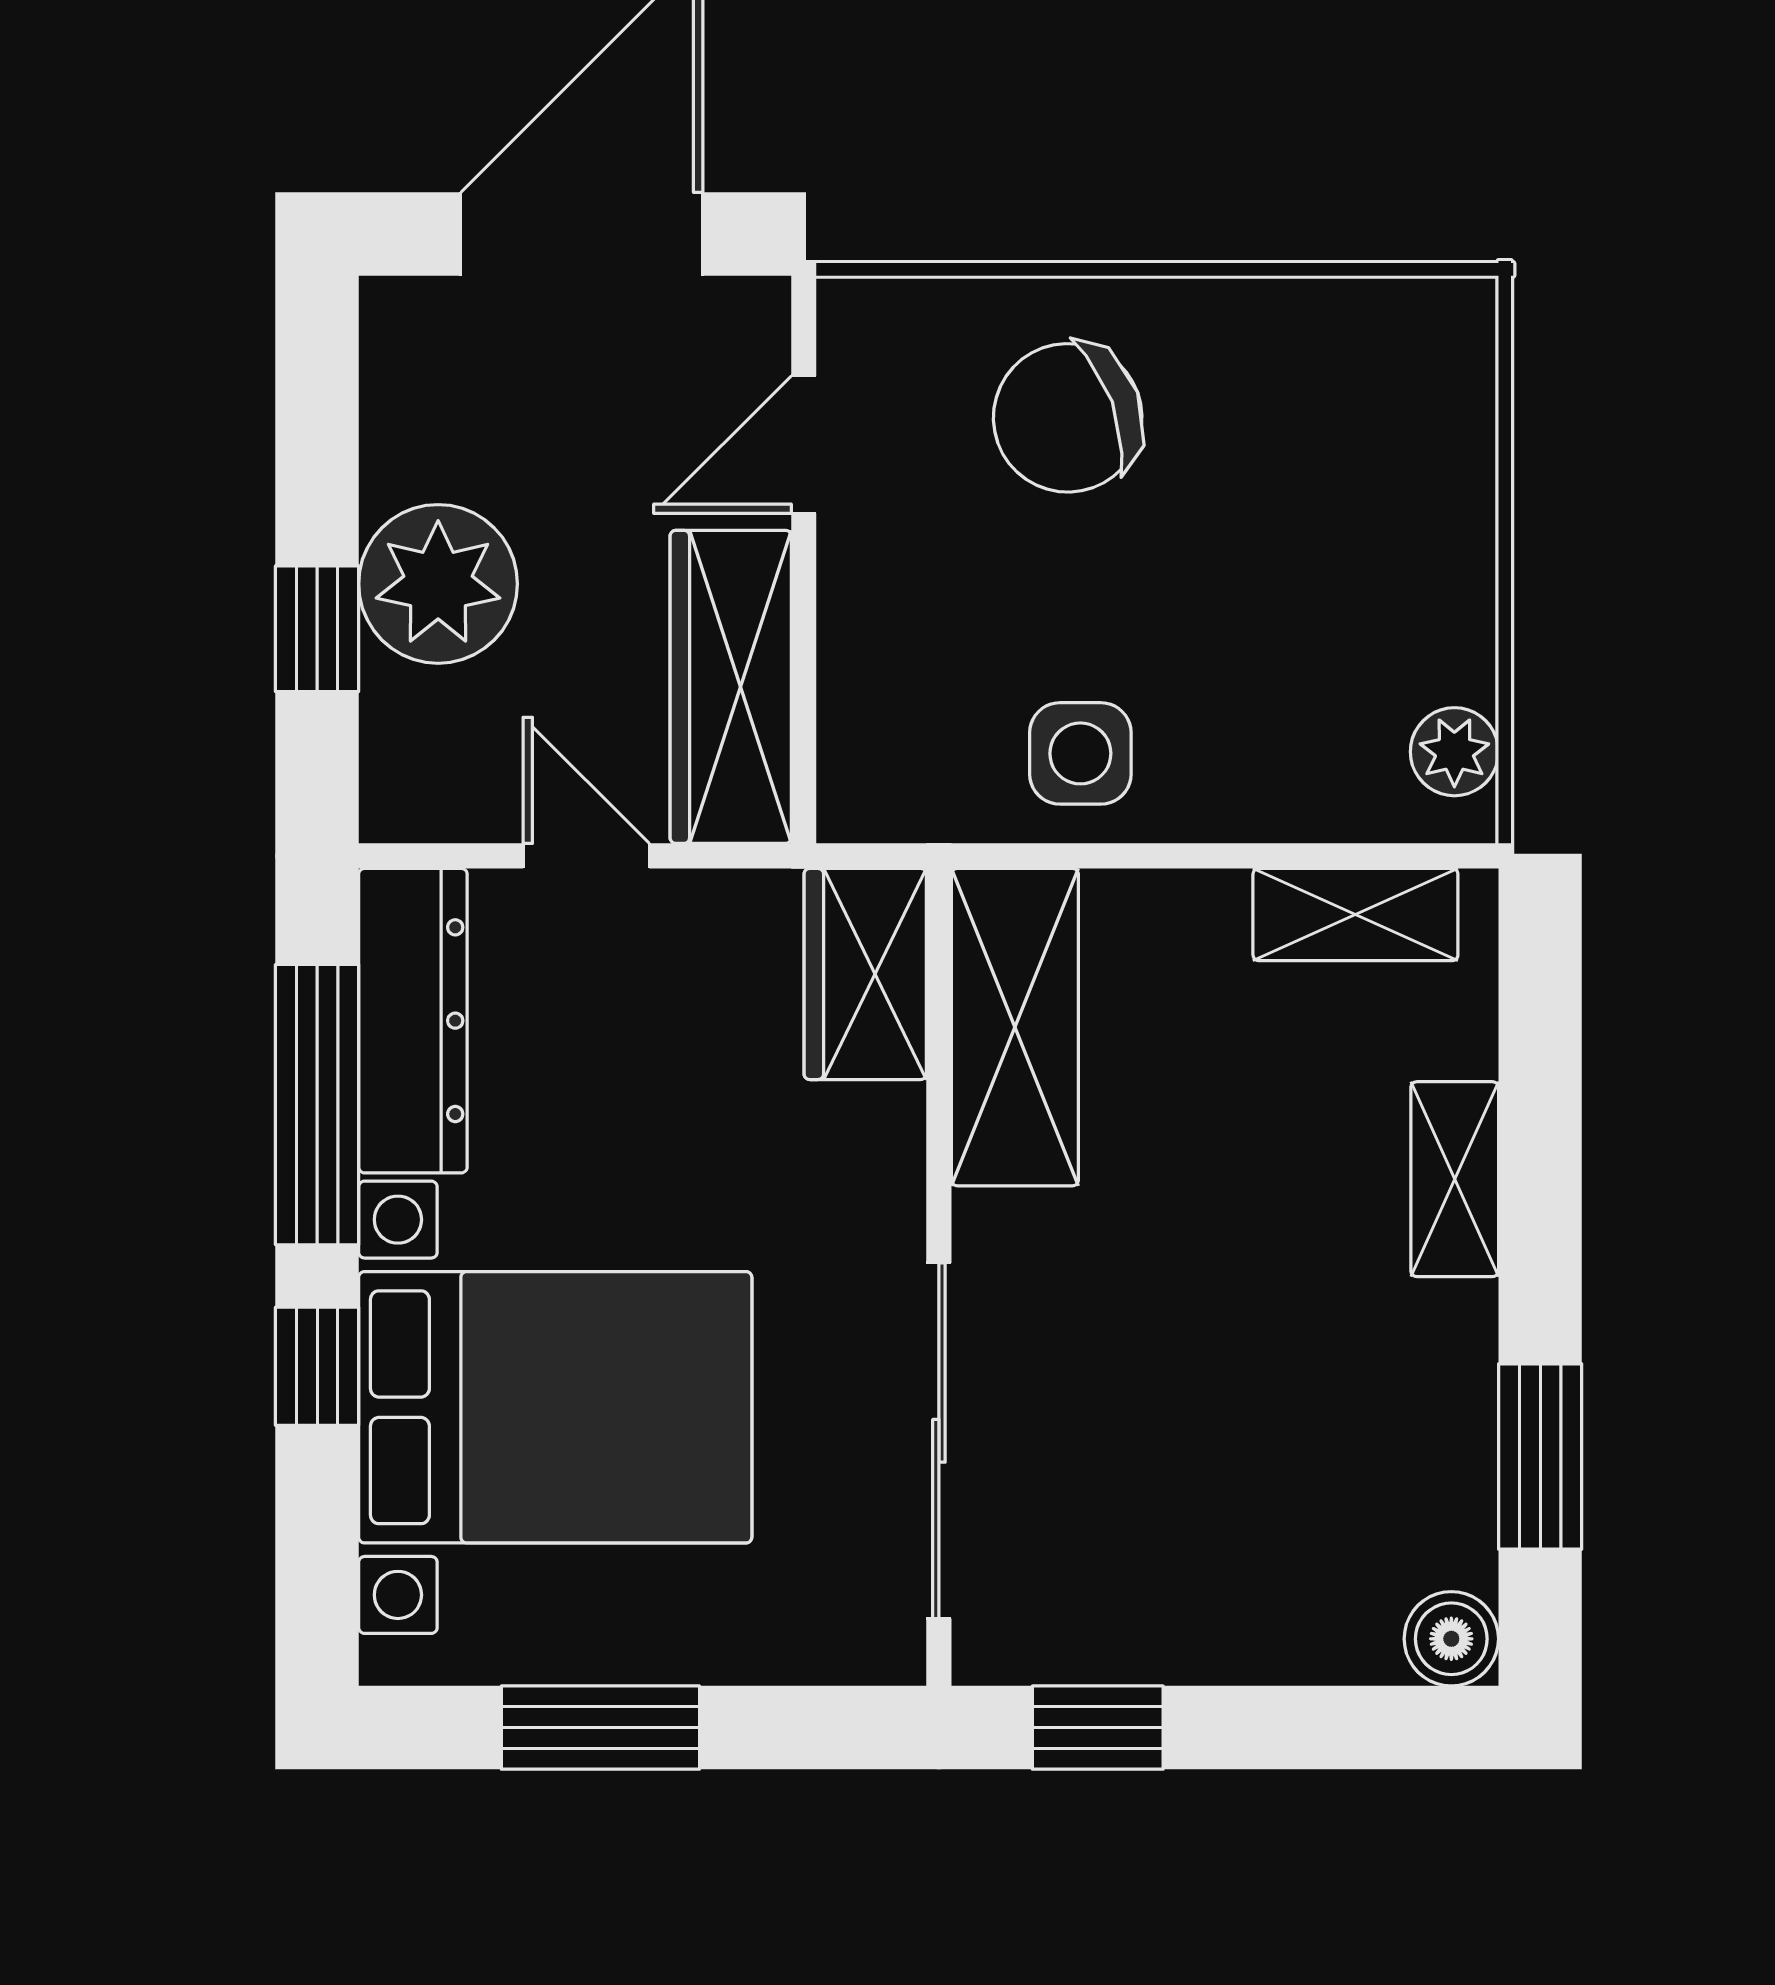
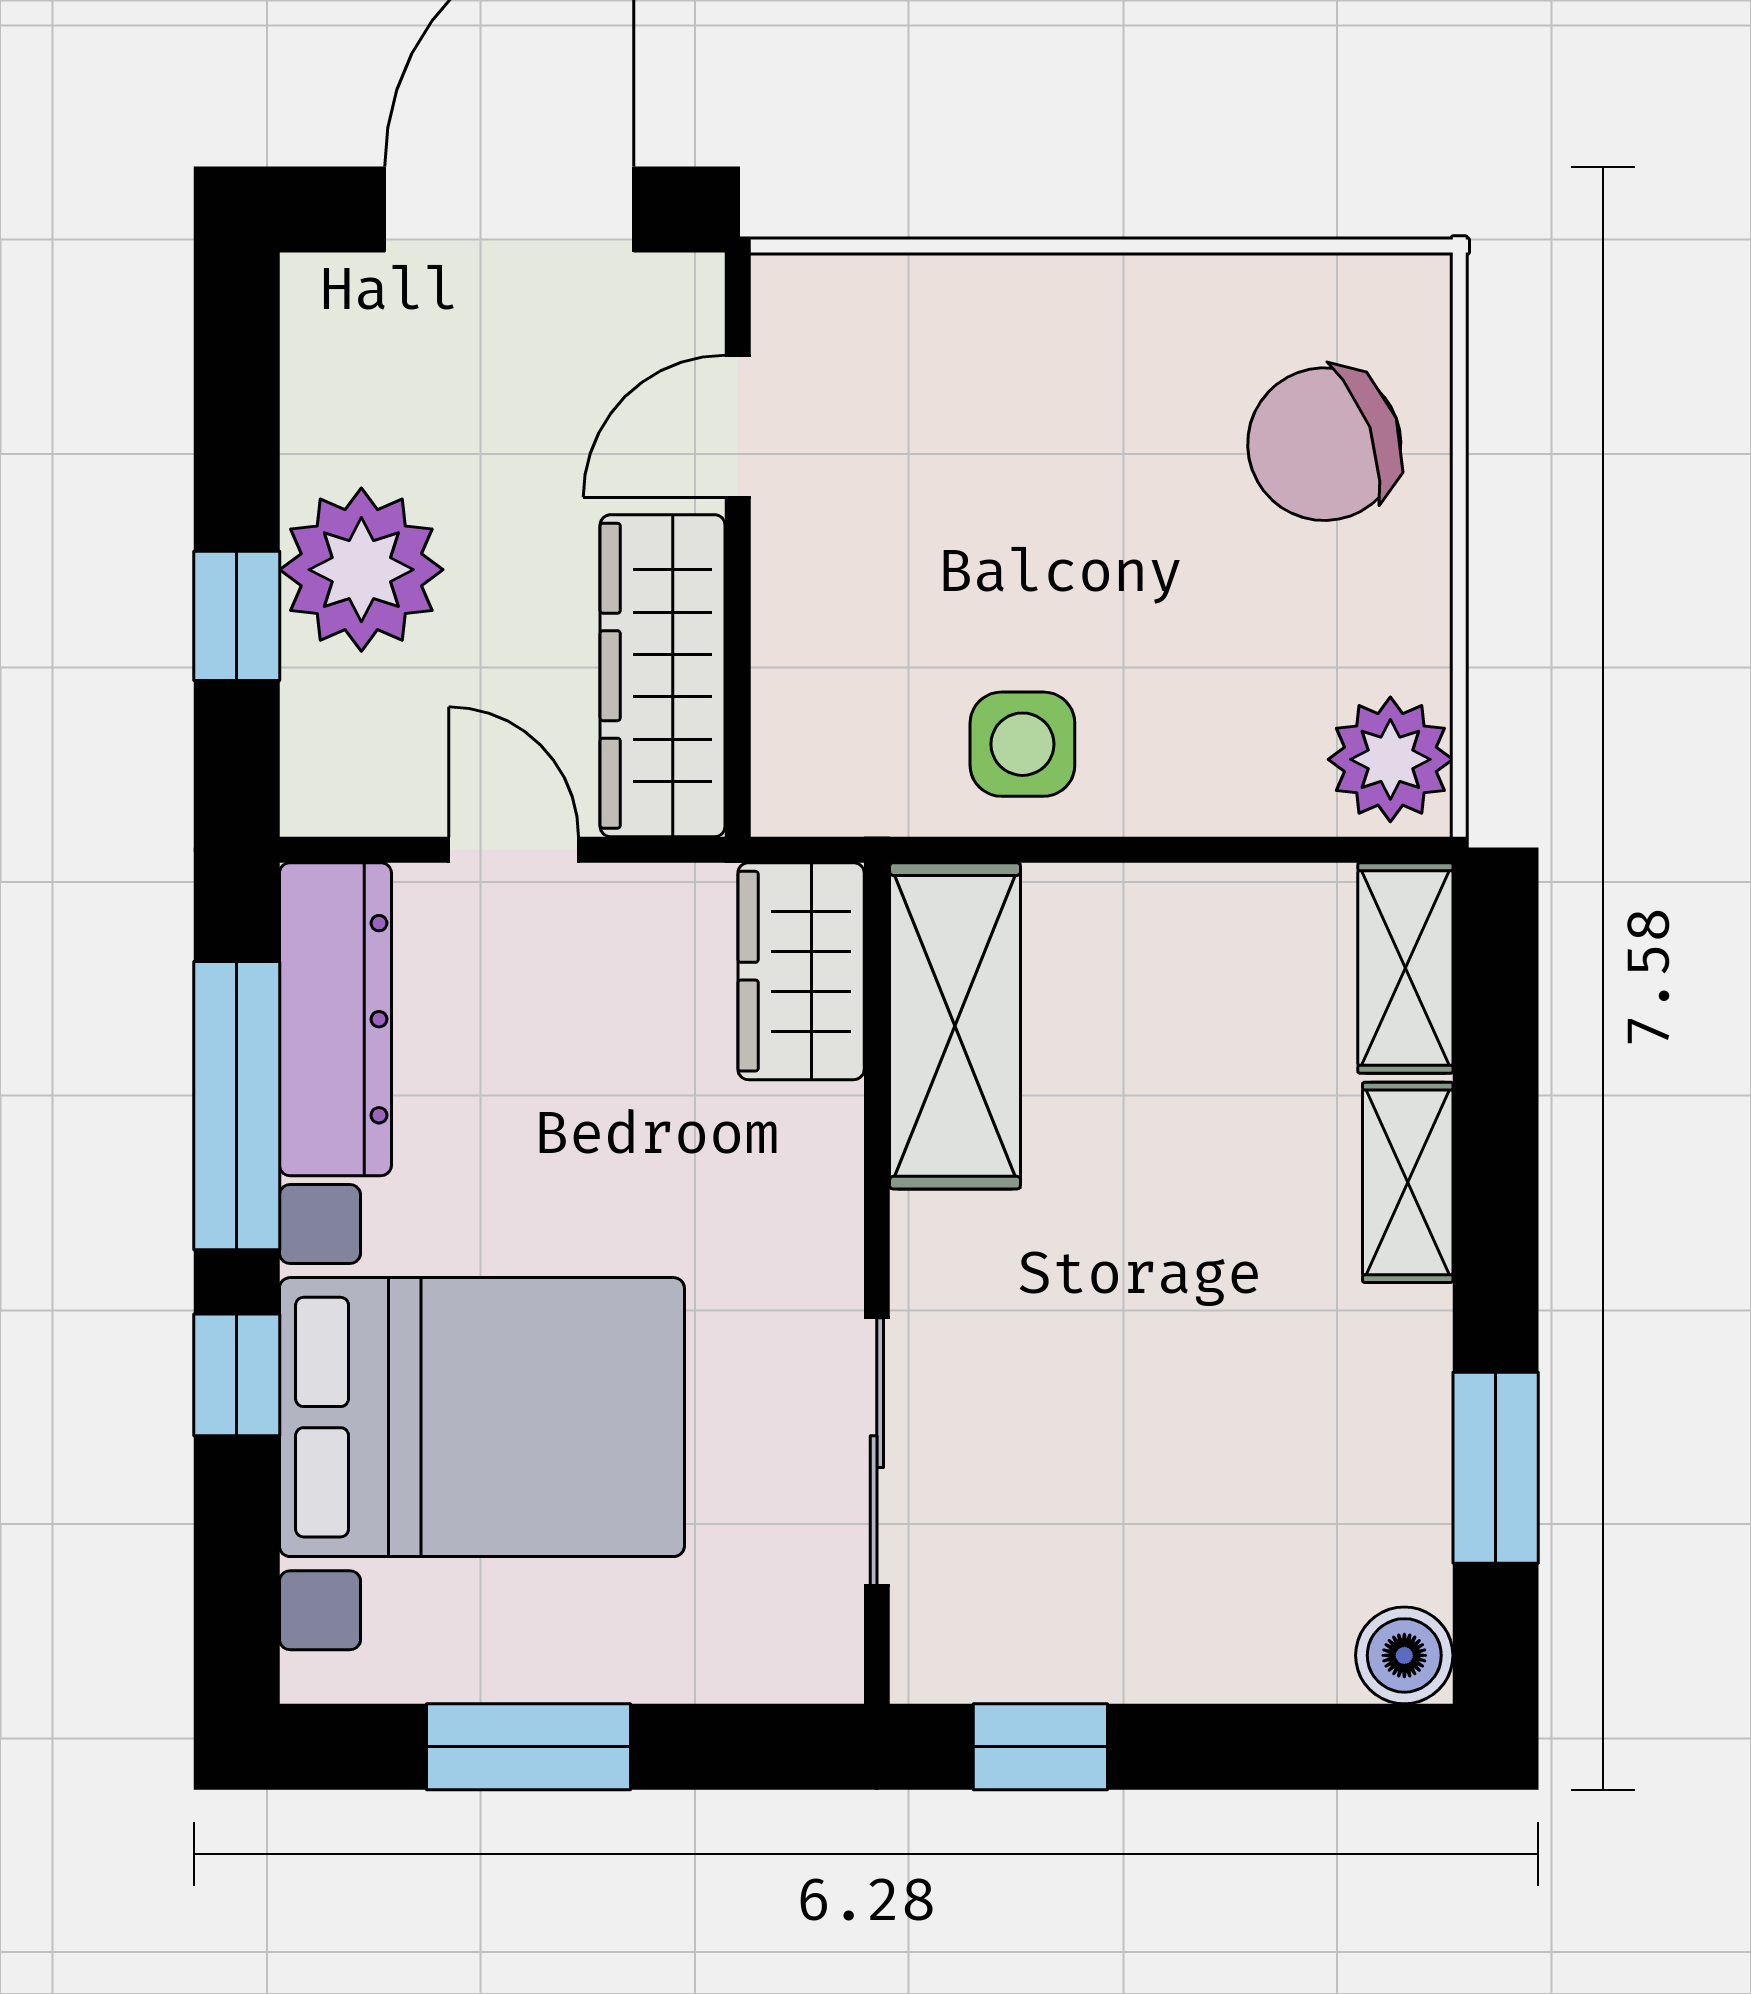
chair: (1068, 418) -> (1324, 444), moved
plant: (1454, 752) -> (1390, 759), width x1.38, depth x1.38
shelving: (1355, 915) -> (1405, 968), moved, turned 90
sliding door: (939, 1441) -> (877, 1452), width x0.73

